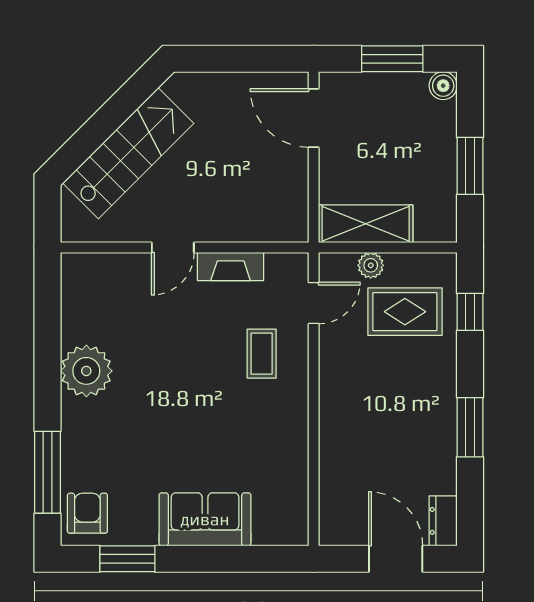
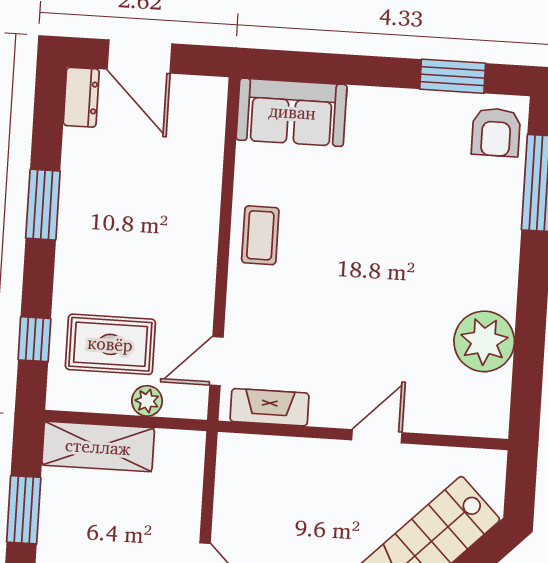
shelving: (366, 224) -> (98, 447), moved
fireplace: (231, 266) -> (269, 407), moved
coffee table: (262, 354) -> (260, 235), moved
plant: (86, 371) -> (484, 341), moved
sofa: (205, 519) -> (292, 112), moved

